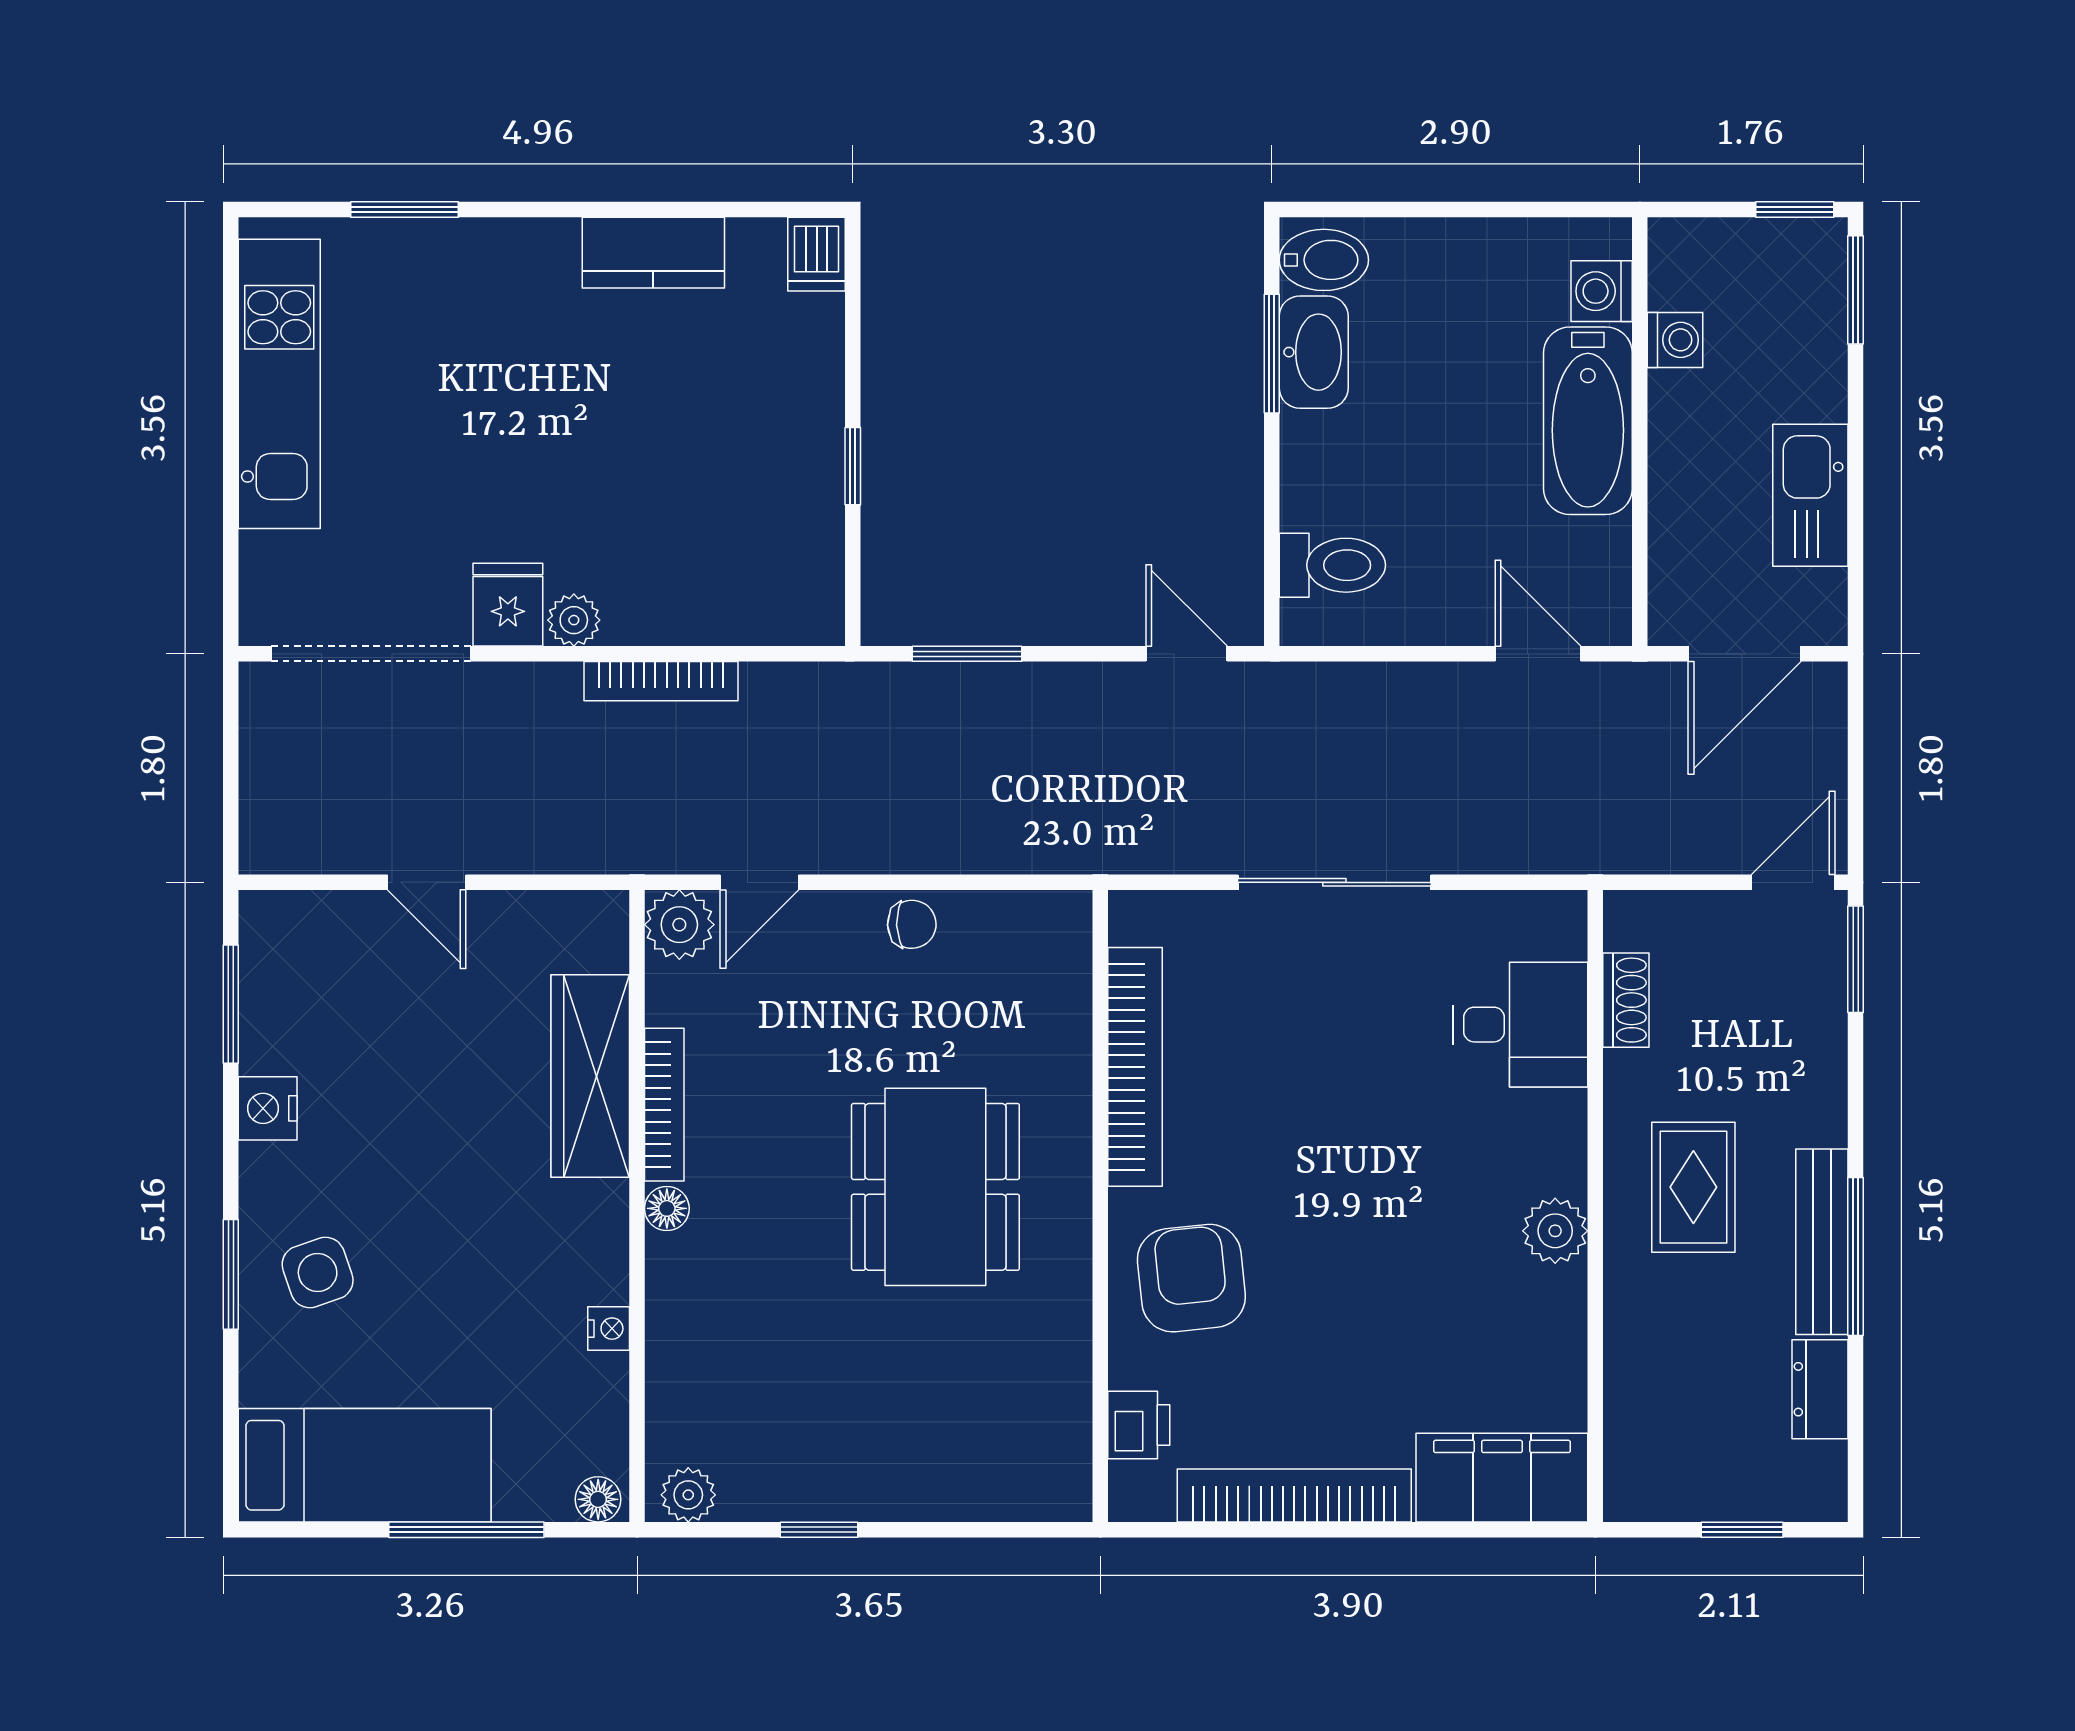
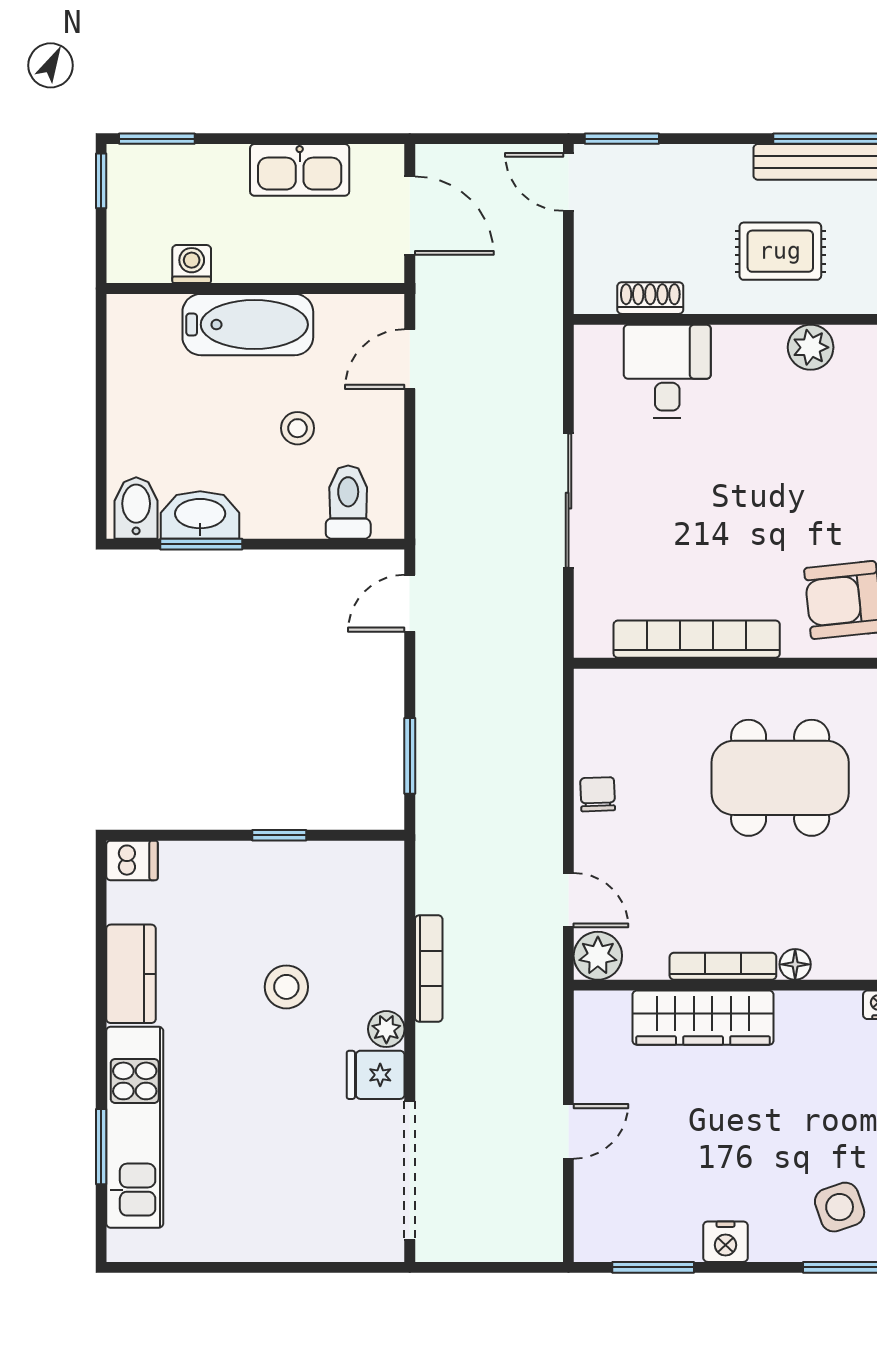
washing machine: (1602, 291) -> (158, 315), removed
kitchen unit: (279, 384) -> (135, 1127), moved, turned 90
stool: (634, 476) -> (286, 987), added
stool: (1439, 492) -> (298, 428), added

